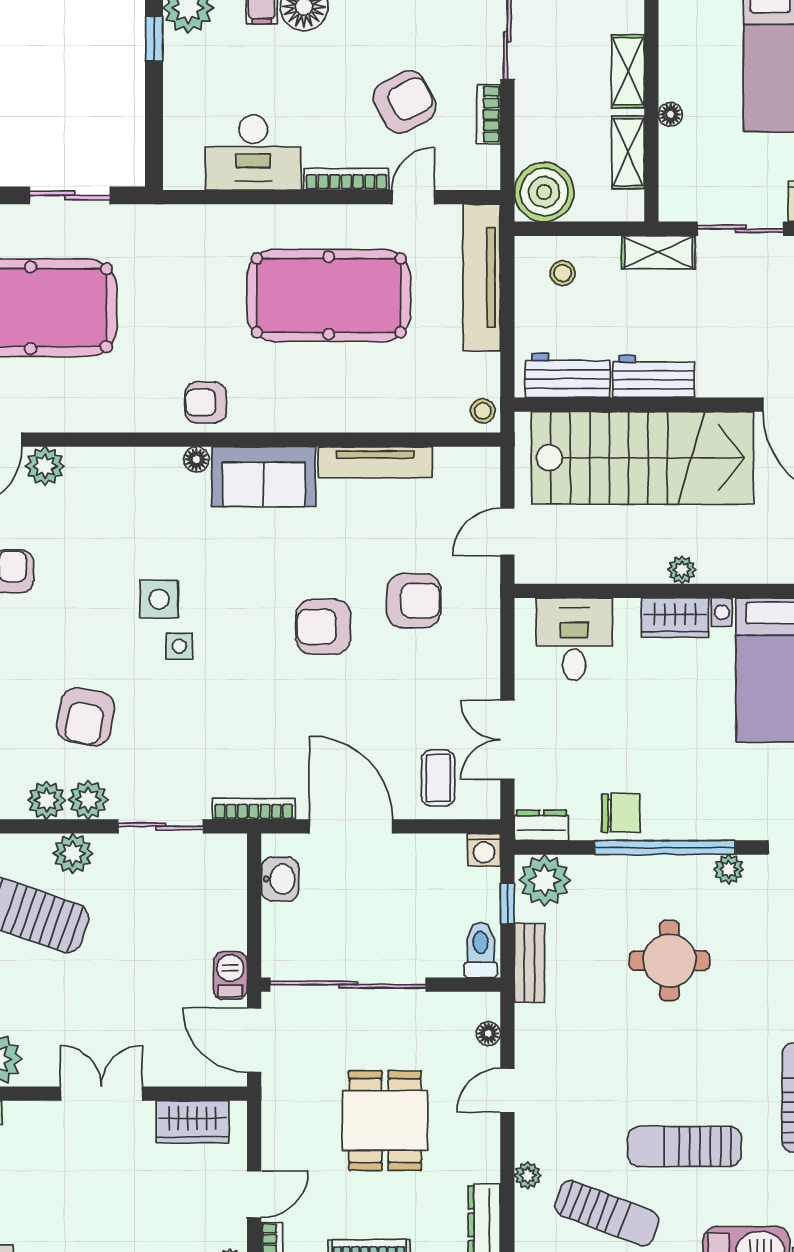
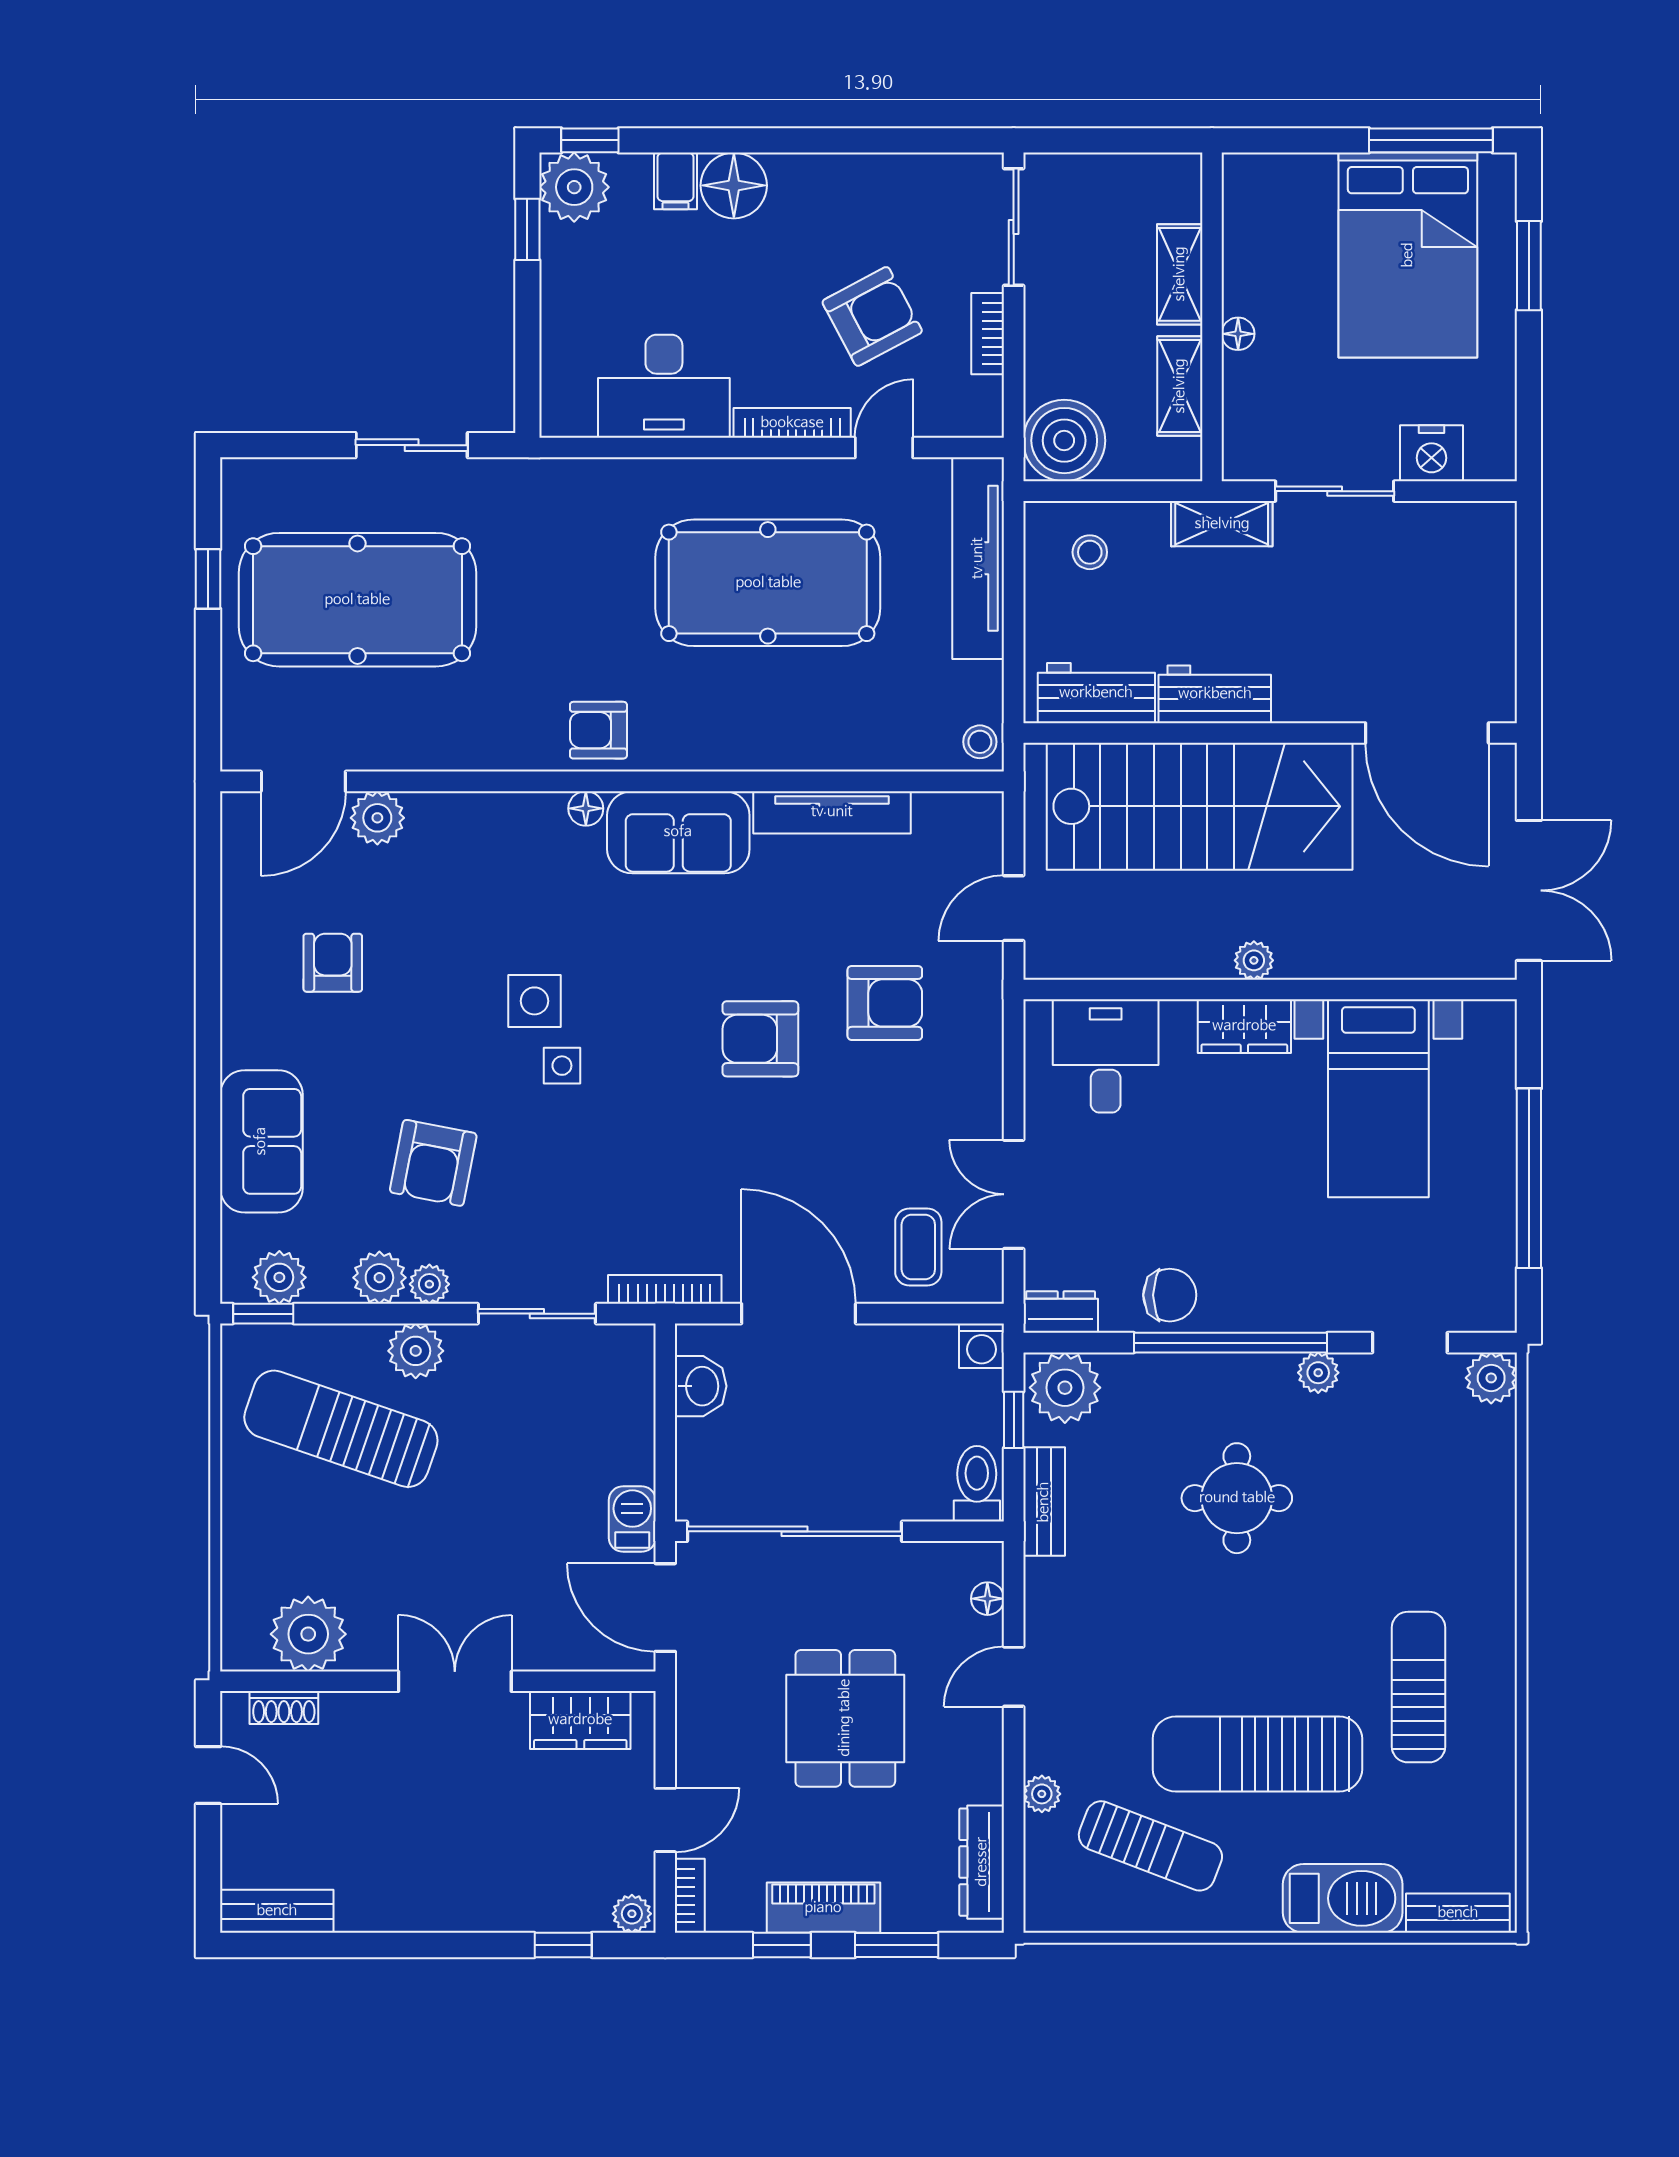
plant: (88, 800) -> (429, 1284), width x0.73, depth x0.73
sun lounger: (684, 1146) -> (1257, 1754), width x1.36, depth x1.34

